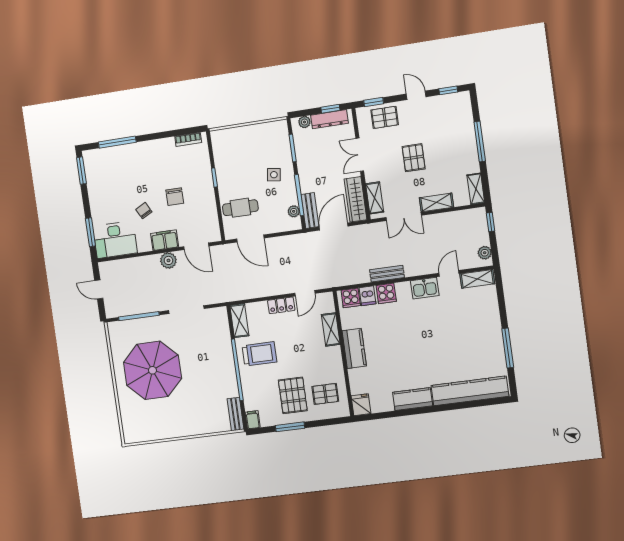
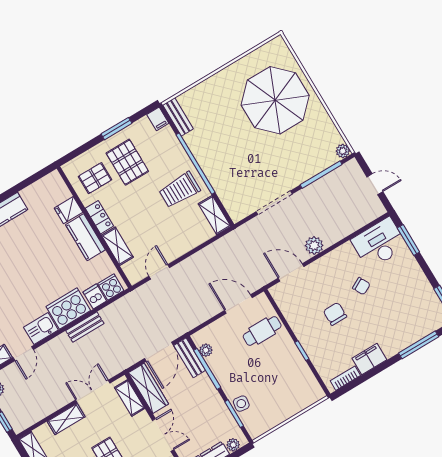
side table: (274, 175) -> (241, 404), moved
filing cabinet: (165, 240) -> (369, 359), moved, turned 180
cooker: (386, 293) -> (68, 309), width x1.87, depth x1.31
locker: (281, 305) -> (99, 217), moved, turned 90
plant: (113, 328) -> (343, 151), added
parasol: (152, 370) -> (275, 100), moved
fridge: (361, 405) -> (68, 210), moved, turned 90

